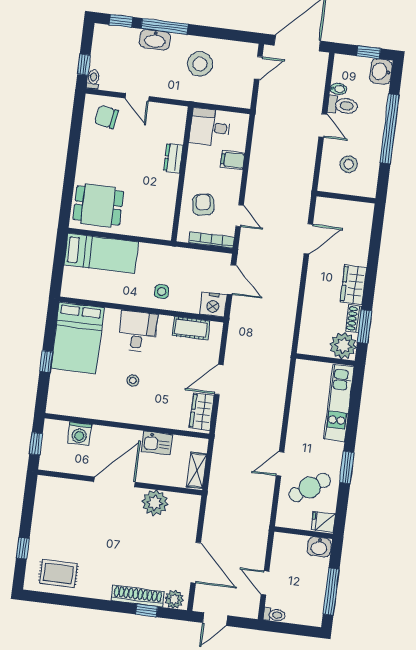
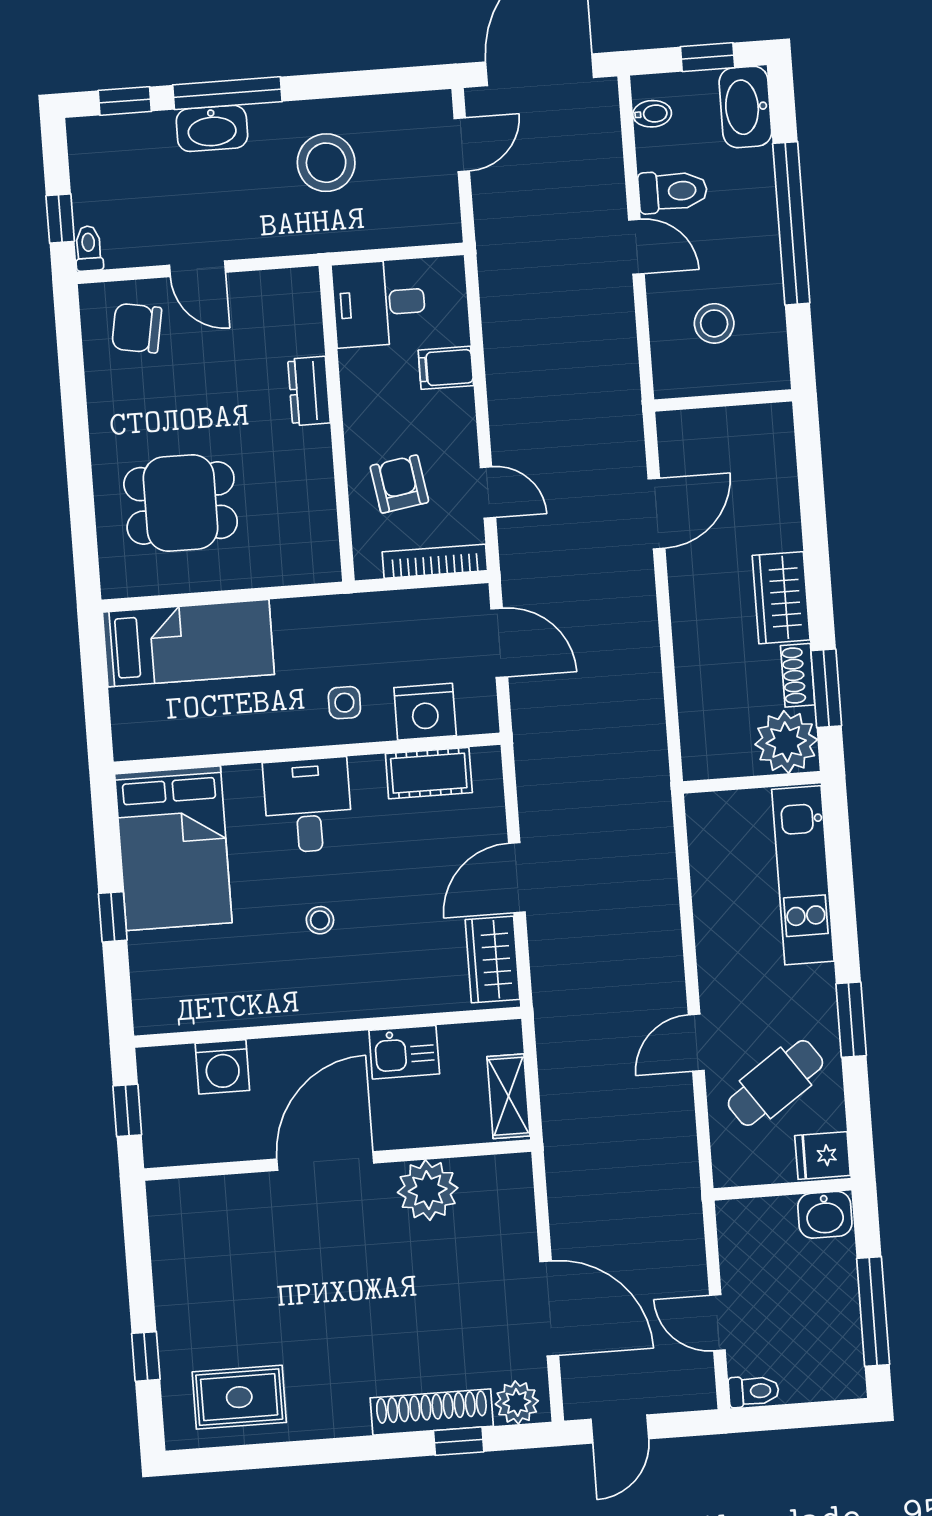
washbasin: (381, 72) -> (745, 107), width x1.38
bidet: (338, 89) -> (652, 114), moved
dining table: (98, 205) -> (181, 503), moved
nightstand: (213, 304) -> (425, 712), moved

